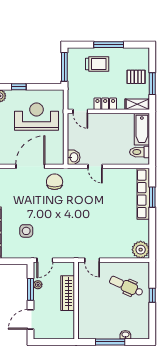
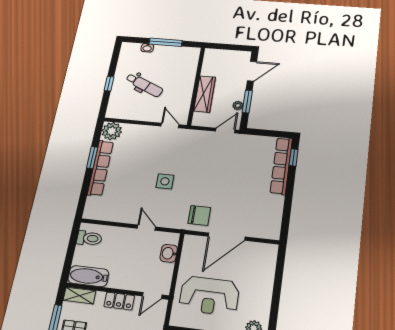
door: (80, 111) -> (152, 296), swing flipped
bathtub: (142, 129) -> (88, 276), moved, turned -90
washbasin: (74, 157) -> (169, 253), moved
chair: (55, 182) -> (199, 215), turned -90
row of seats: (143, 194) -> (100, 168), moved
window: (152, 197) -> (92, 158), moved
side table: (26, 231) -> (165, 181), moved
dental chair: (126, 286) -> (144, 85), moved

